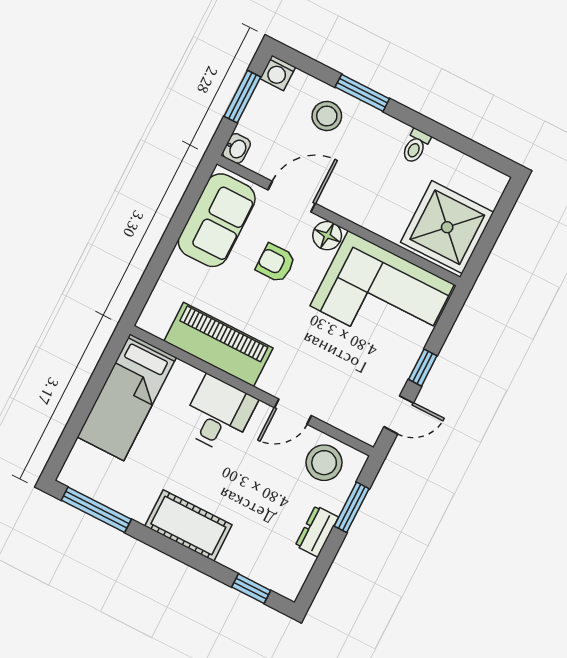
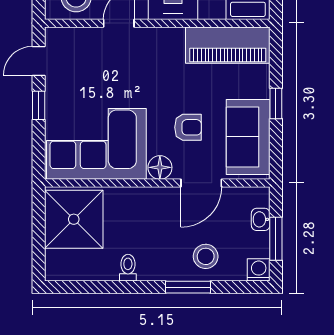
washbasin: (236, 148) -> (261, 219), moved
window: (169, 241) -> (276, 104), added
piano: (219, 344) -> (228, 45), moved

